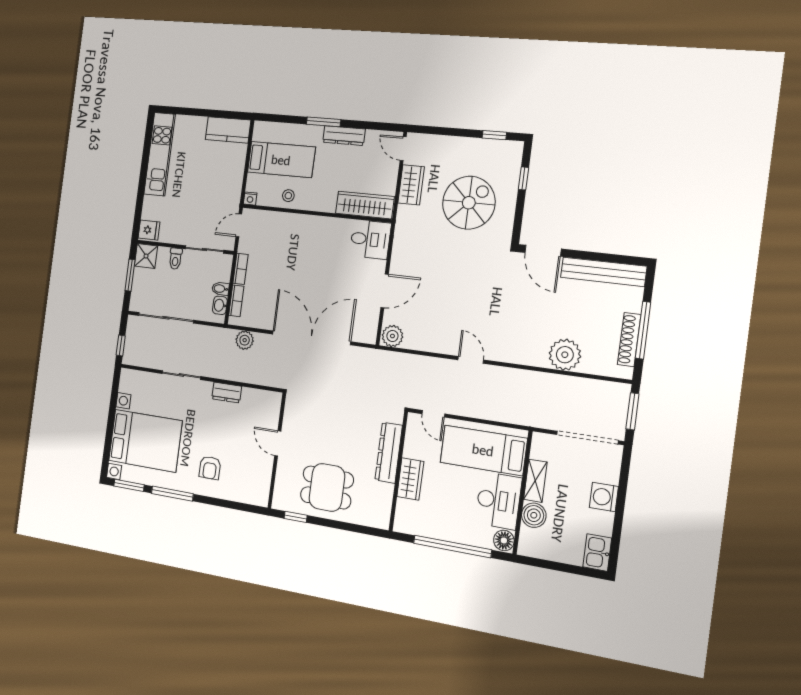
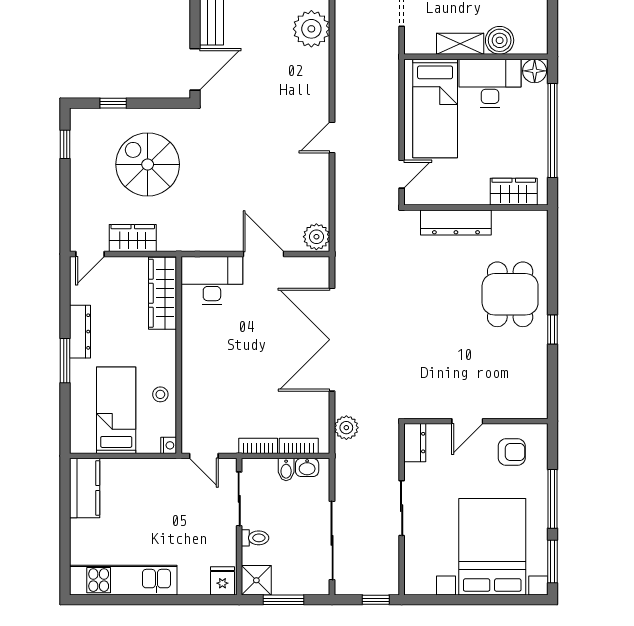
desk: (370, 239) -> (212, 280), width x1.37
door: (278, 443) -> (467, 421), moved
wall: (277, 450) -> (476, 421), moved
wardrobe: (410, 479) -> (514, 192), moved

